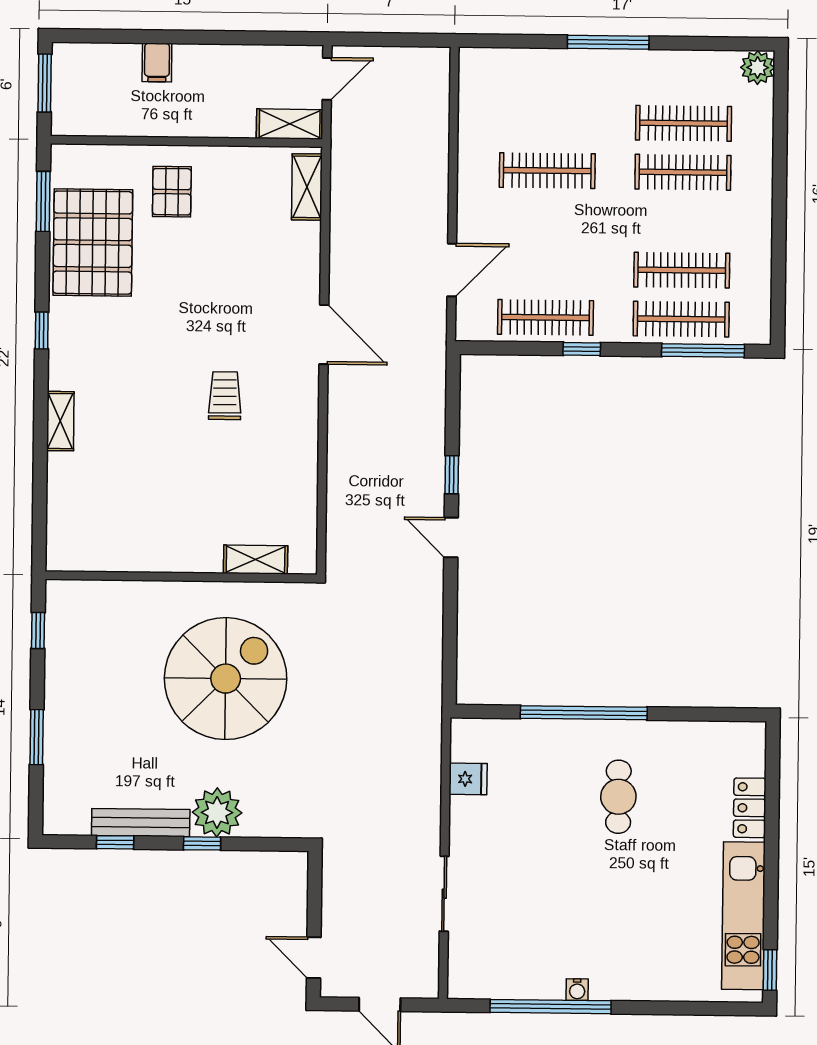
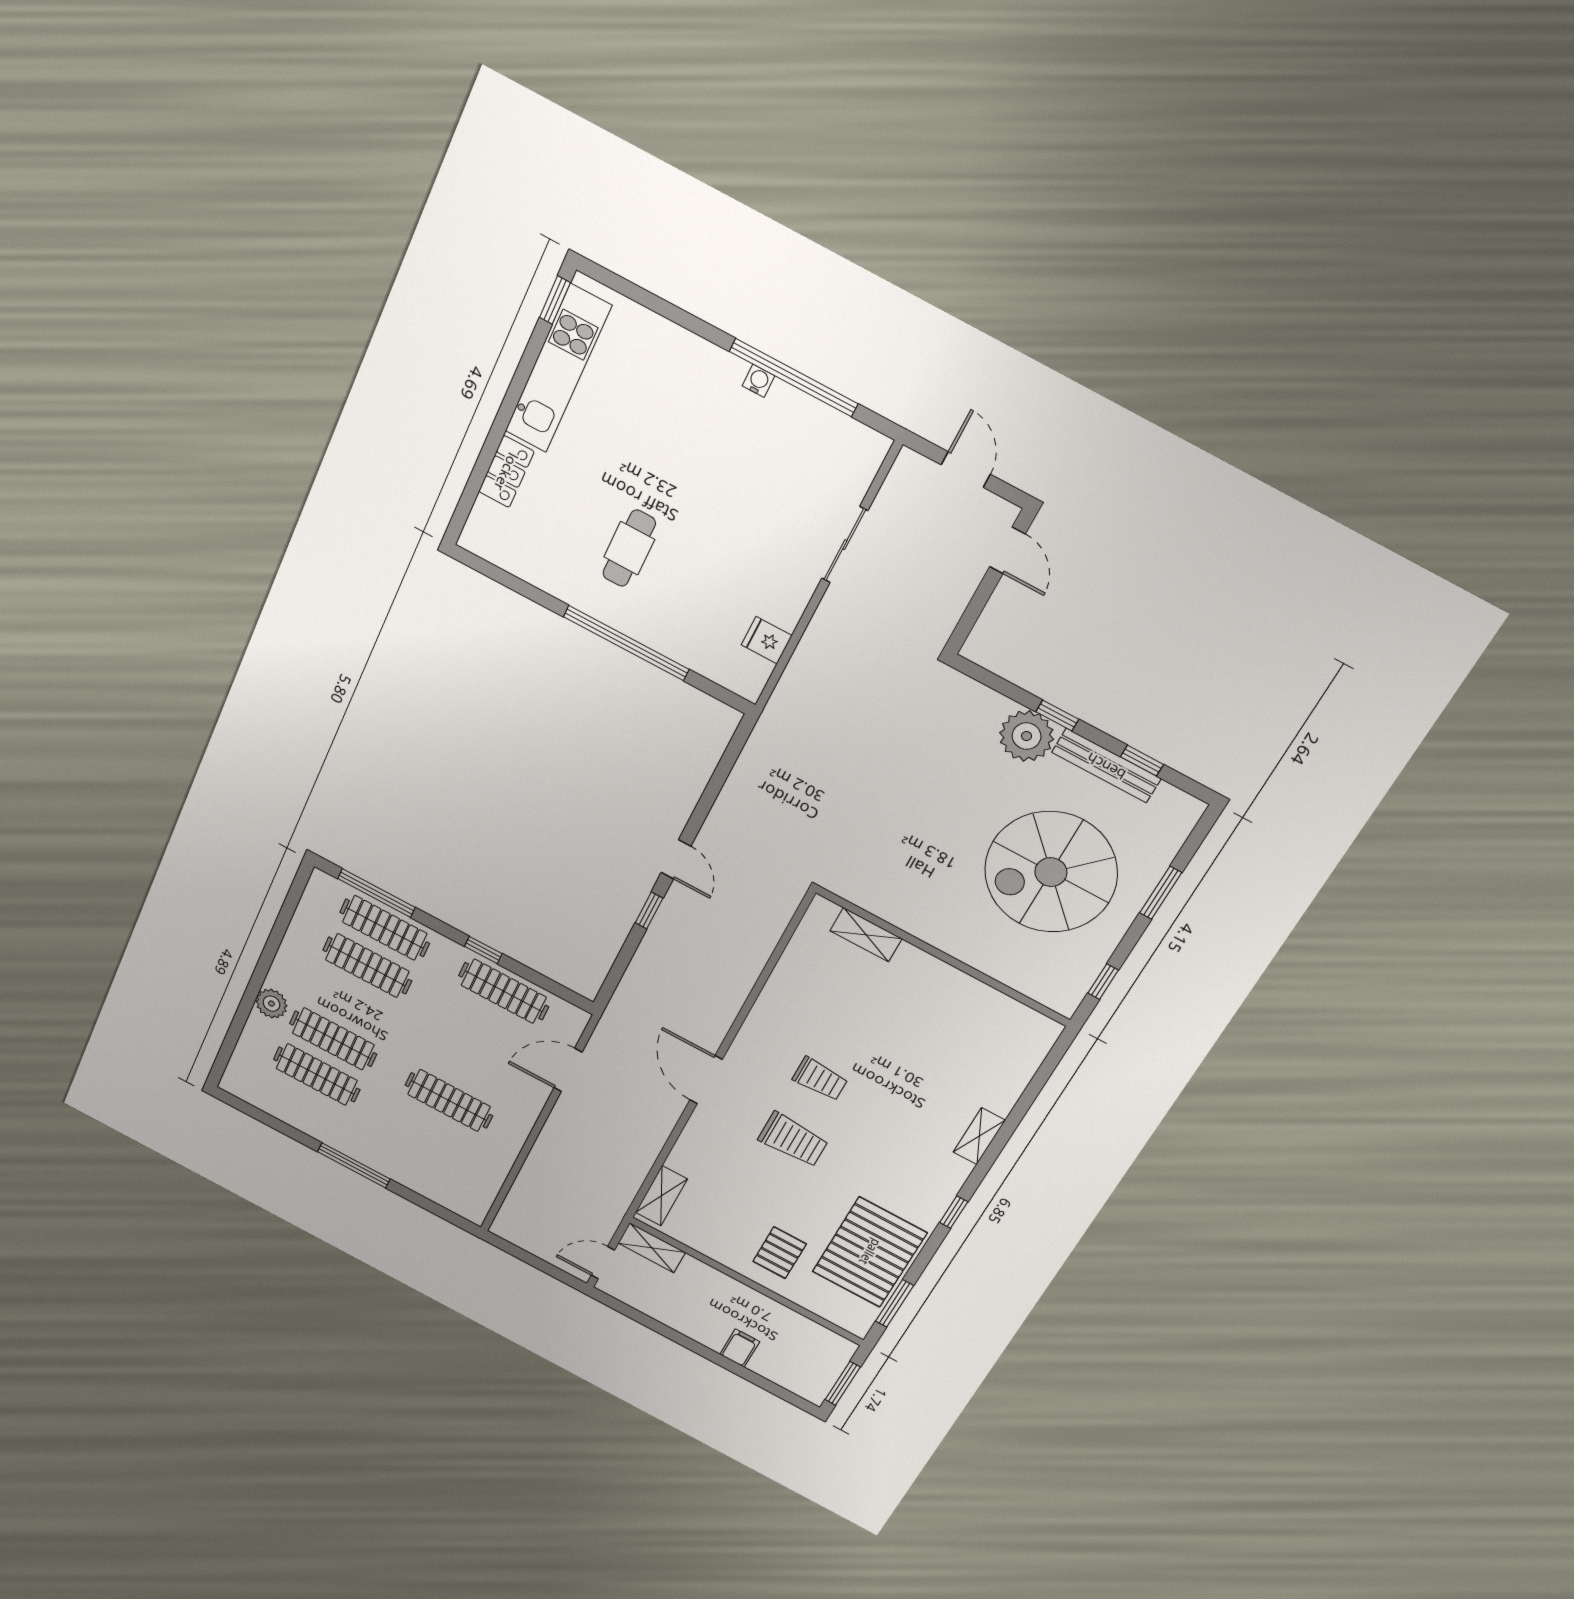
plant: (758, 68) -> (271, 1004), moved
trolley: (218, 319) -> (793, 1140), added
trolley: (225, 396) -> (820, 1079), turned -90
spiral stairs: (226, 679) -> (1051, 872), moved

